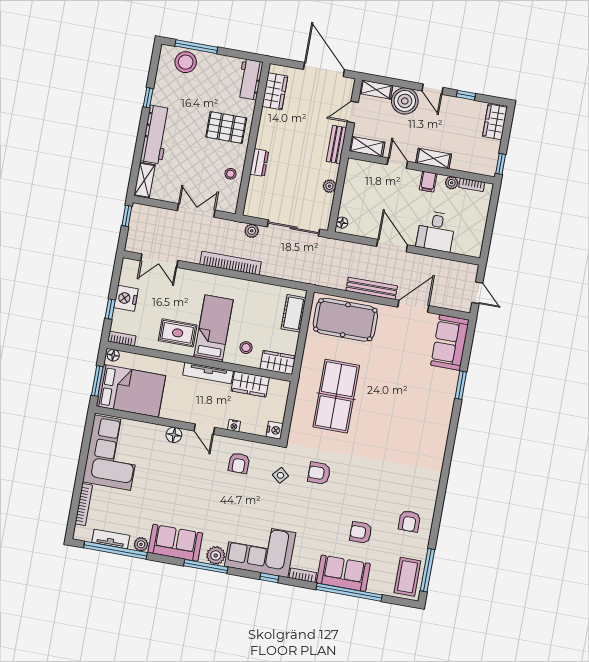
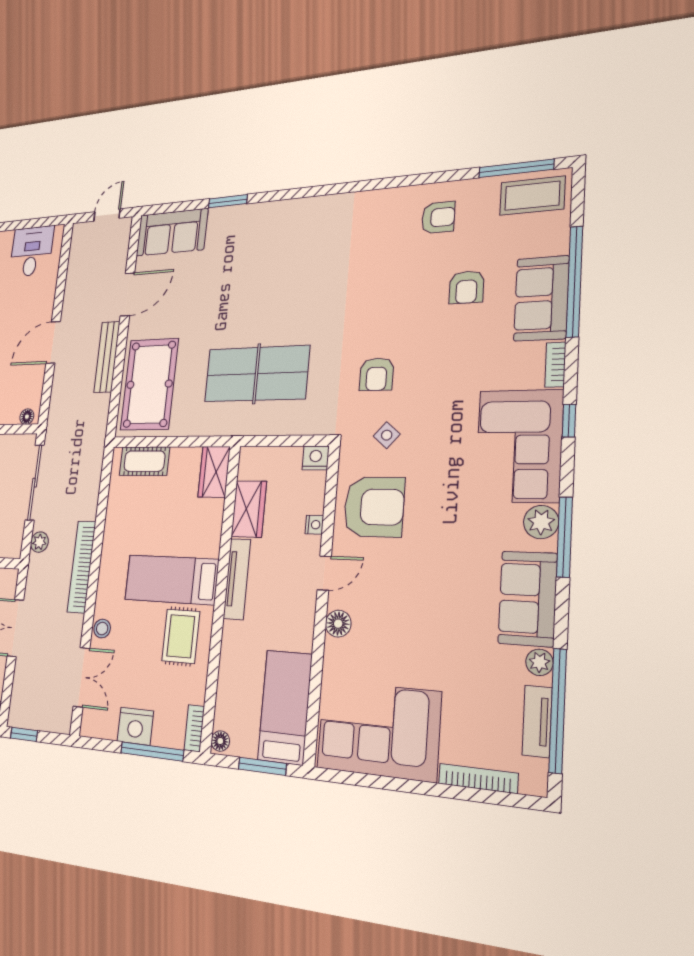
desk: (436, 231) -> (32, 251), moved, turned -90
door: (413, 306) -> (127, 294), swing flipped
window: (110, 309) -> (152, 751), width x2.17
stool: (246, 348) -> (102, 629), moved
bed: (131, 391) -> (285, 707), width x0.67
armchair: (239, 463) -> (374, 507), width x1.88, depth x1.88

